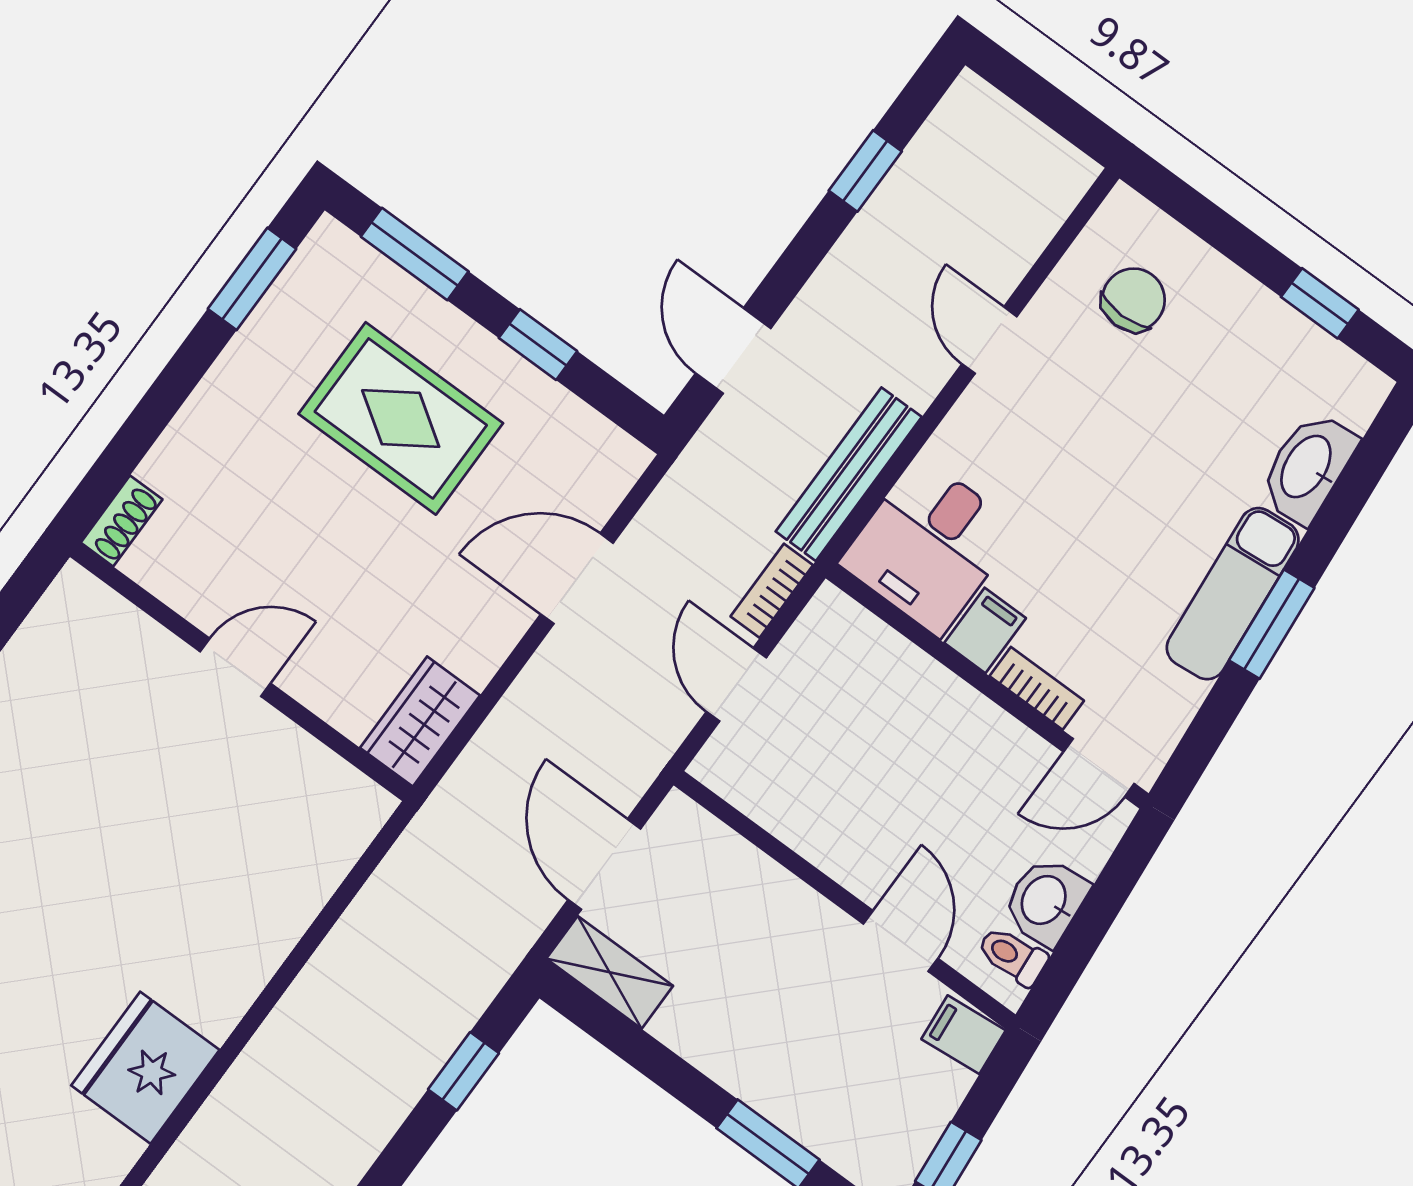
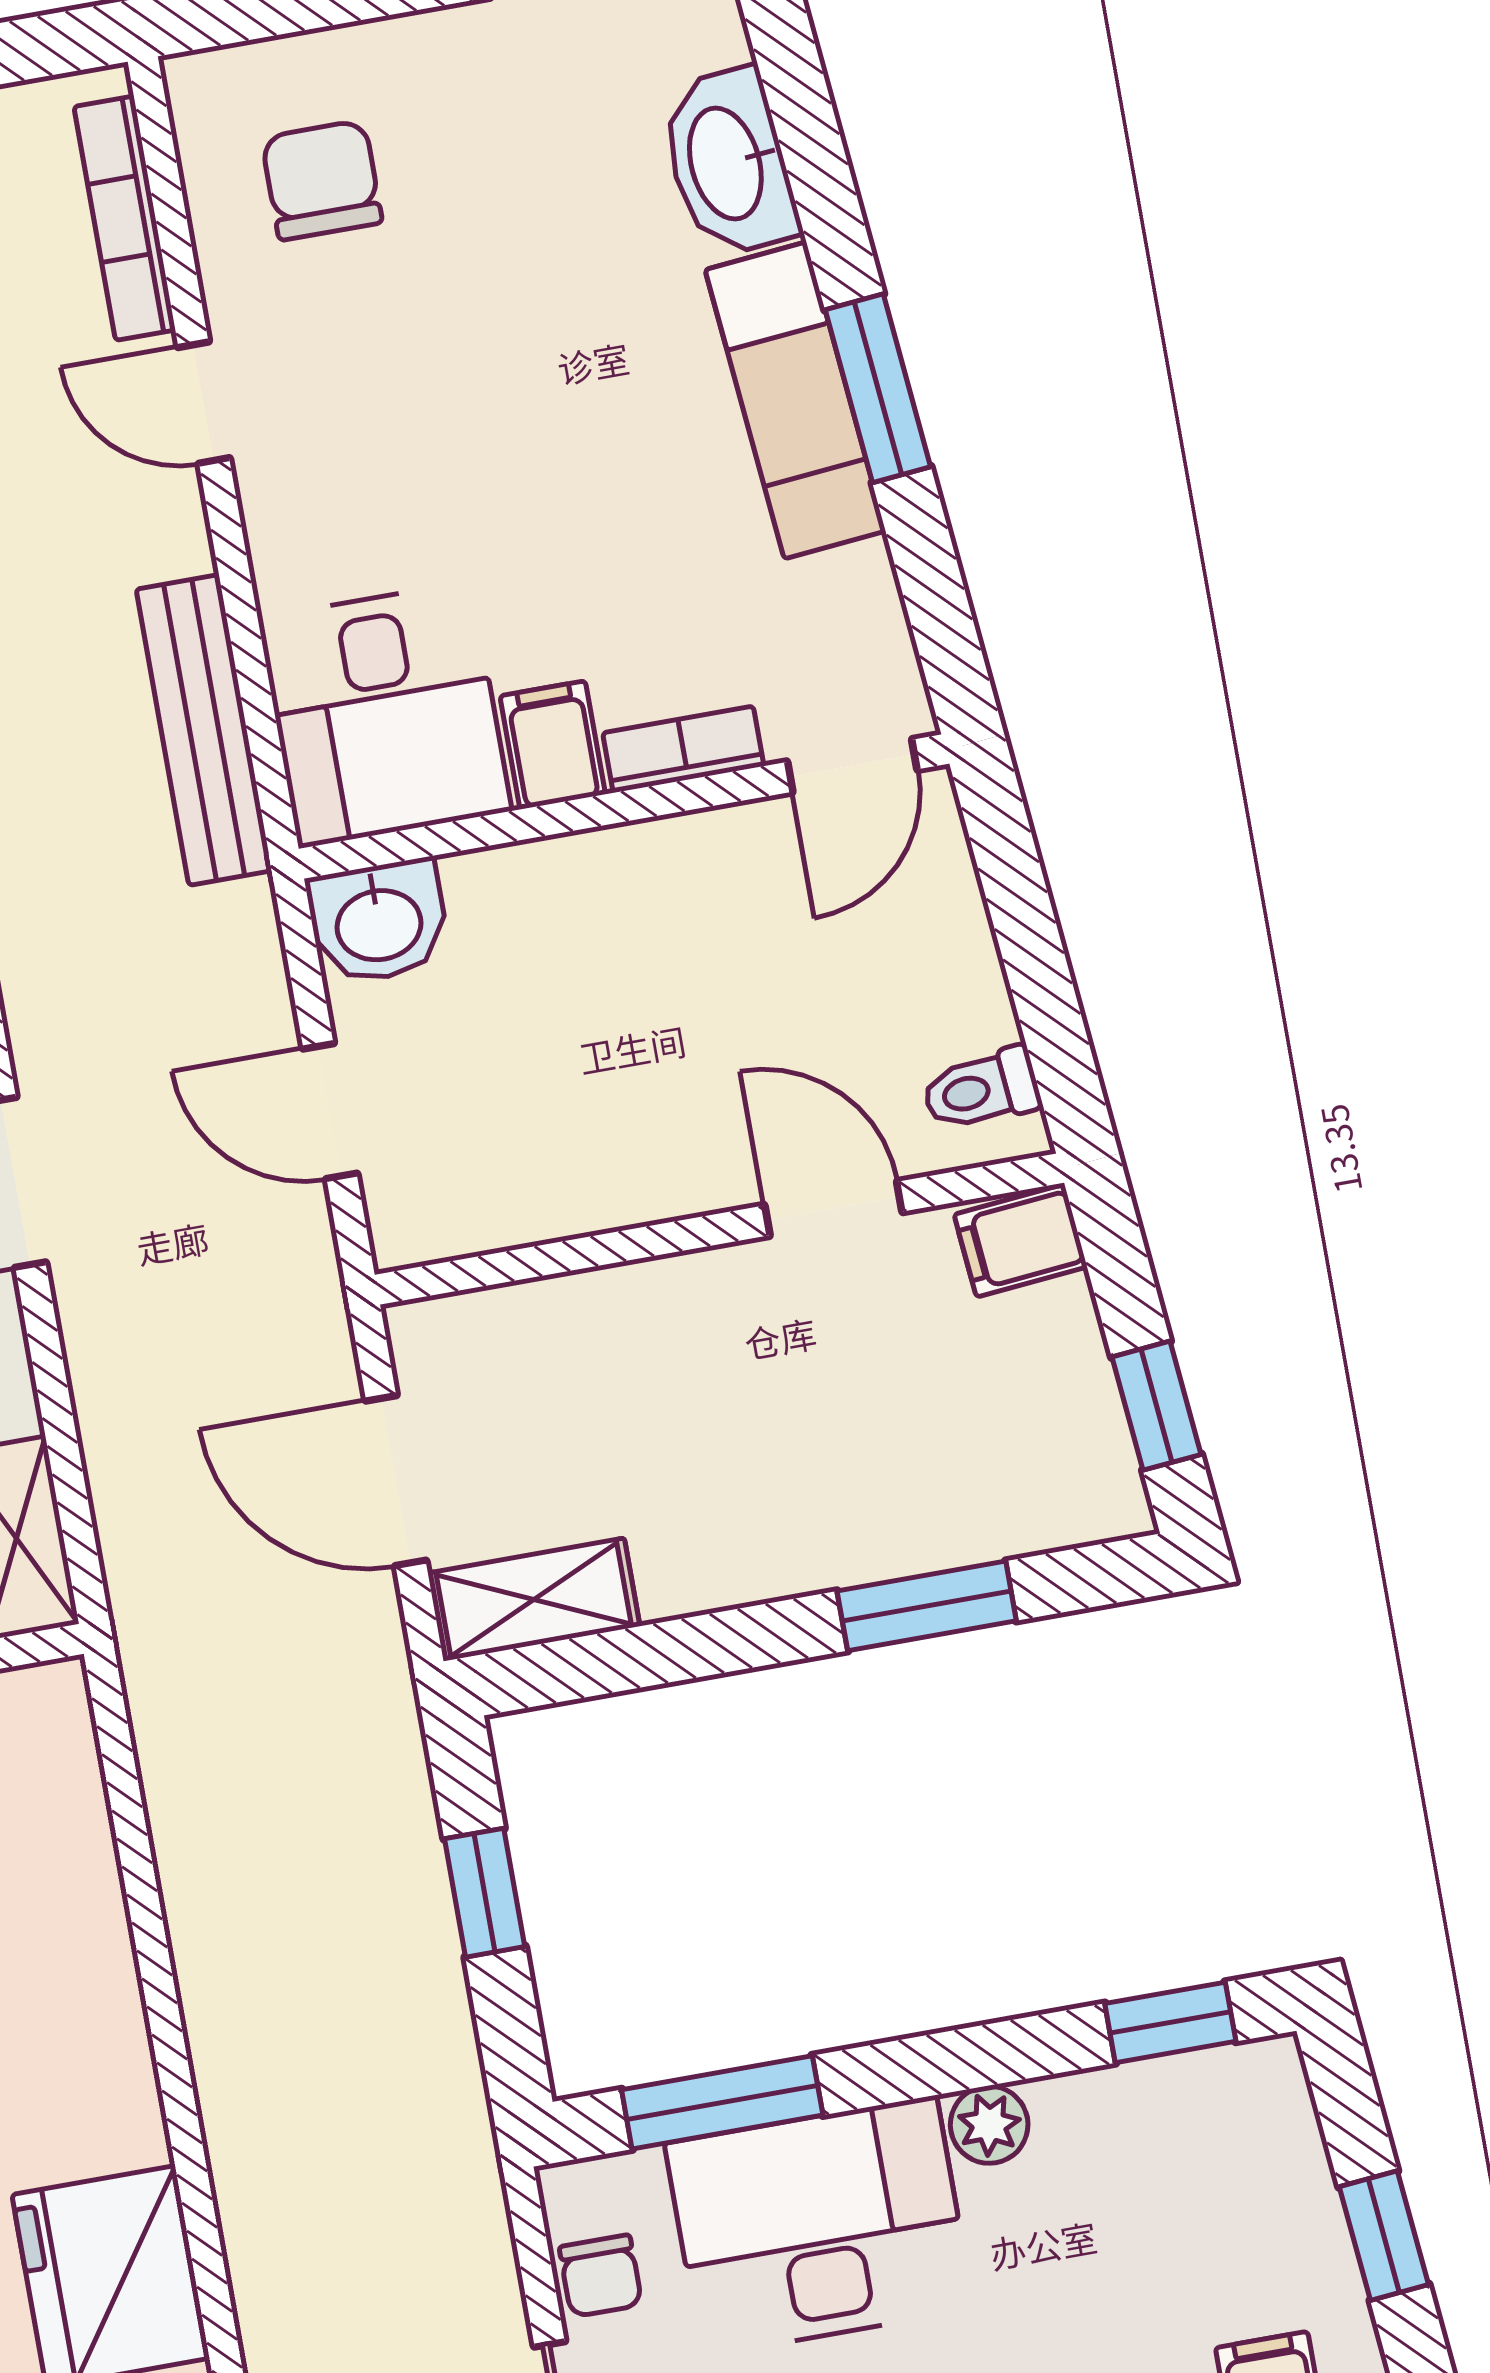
bookcase: (772, 591) -> (125, 218), moved, width x1.56
washbasin: (1045, 901) -> (378, 922), moved, turned -85

